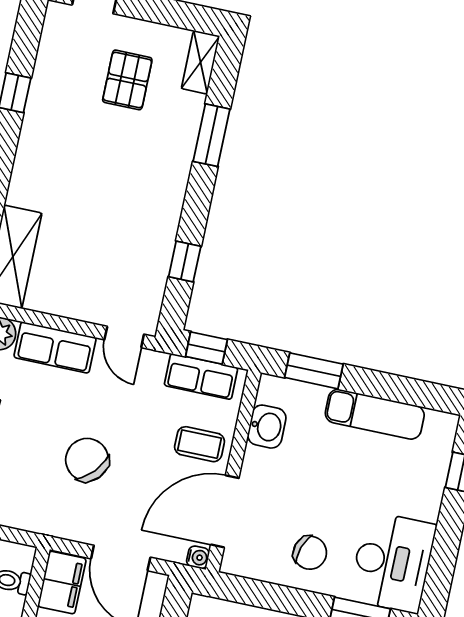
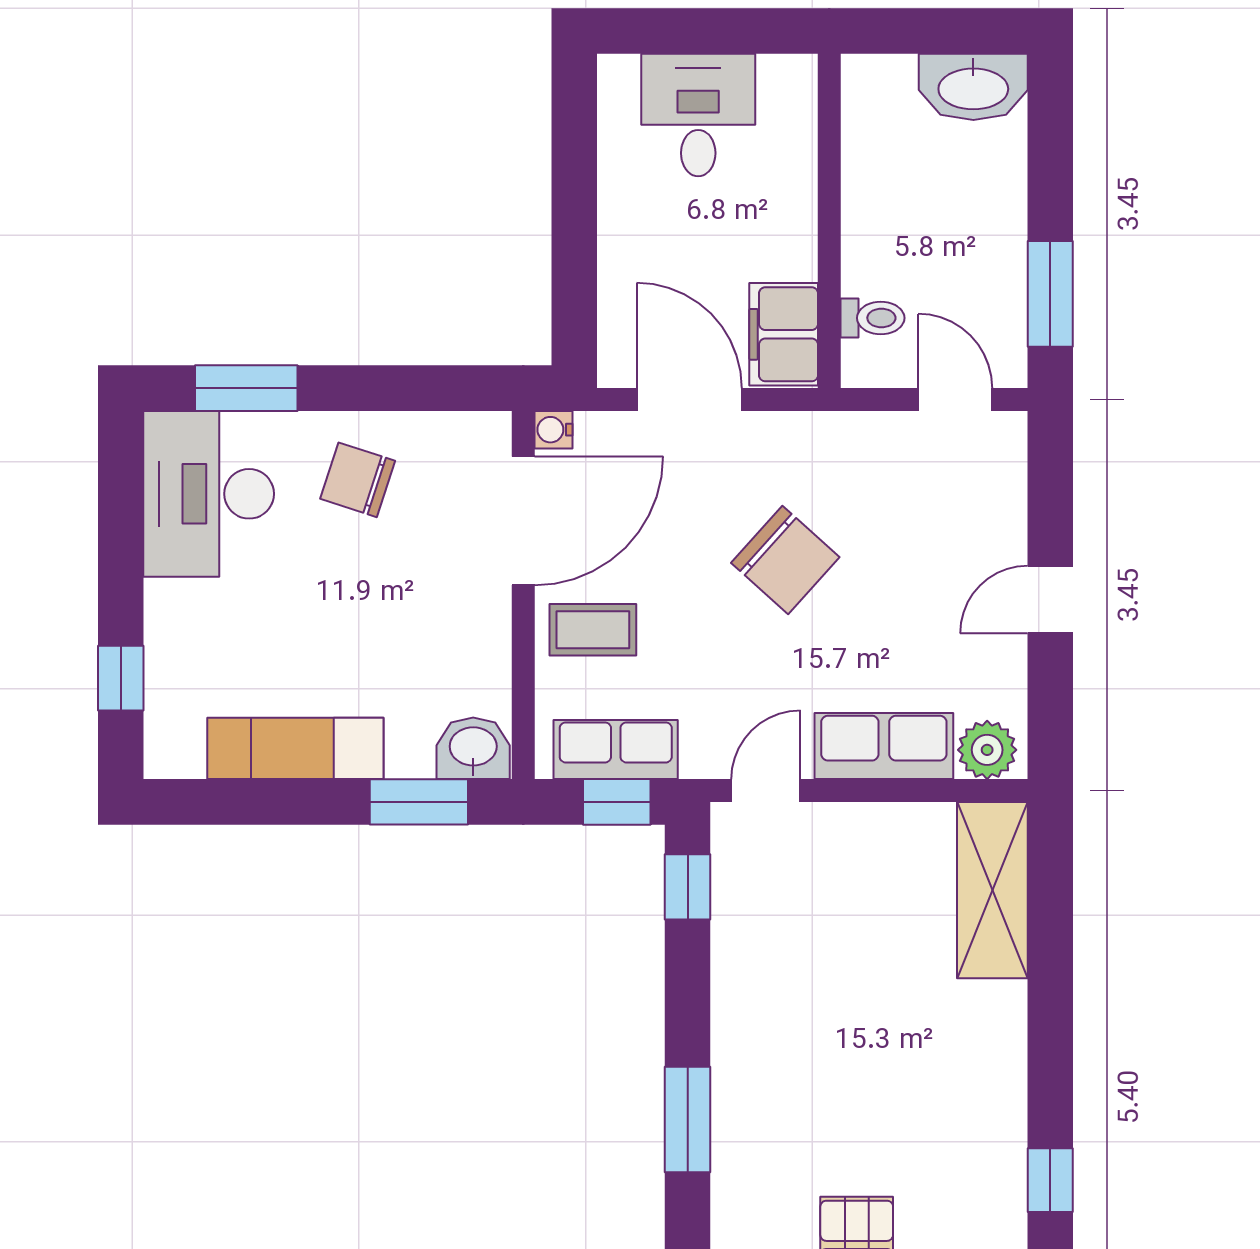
window: (212, 135) -> (688, 1119), moved
window: (185, 262) -> (688, 887), moved
door: (124, 337) -> (766, 791), hinge flipped
washbasin: (267, 427) -> (473, 748), moved, turned 90

